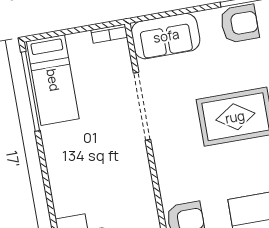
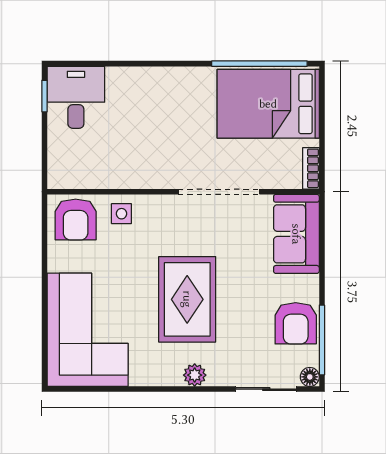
bed: (53, 80) -> (268, 104), width x1.50
side table: (174, 183) -> (121, 214), added

